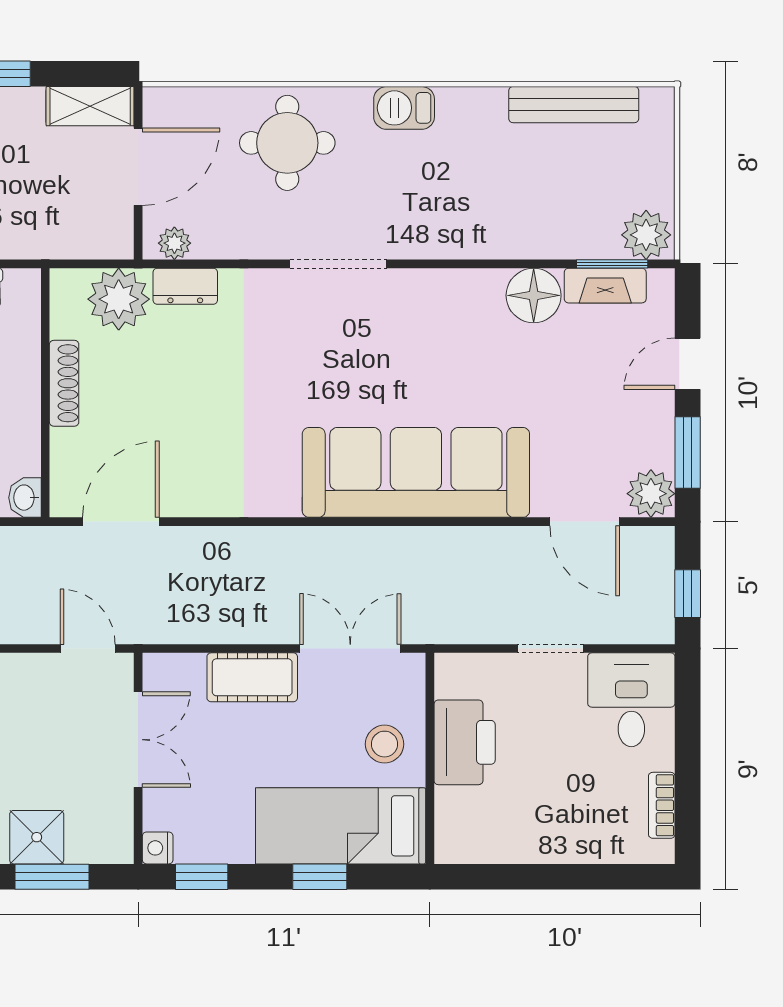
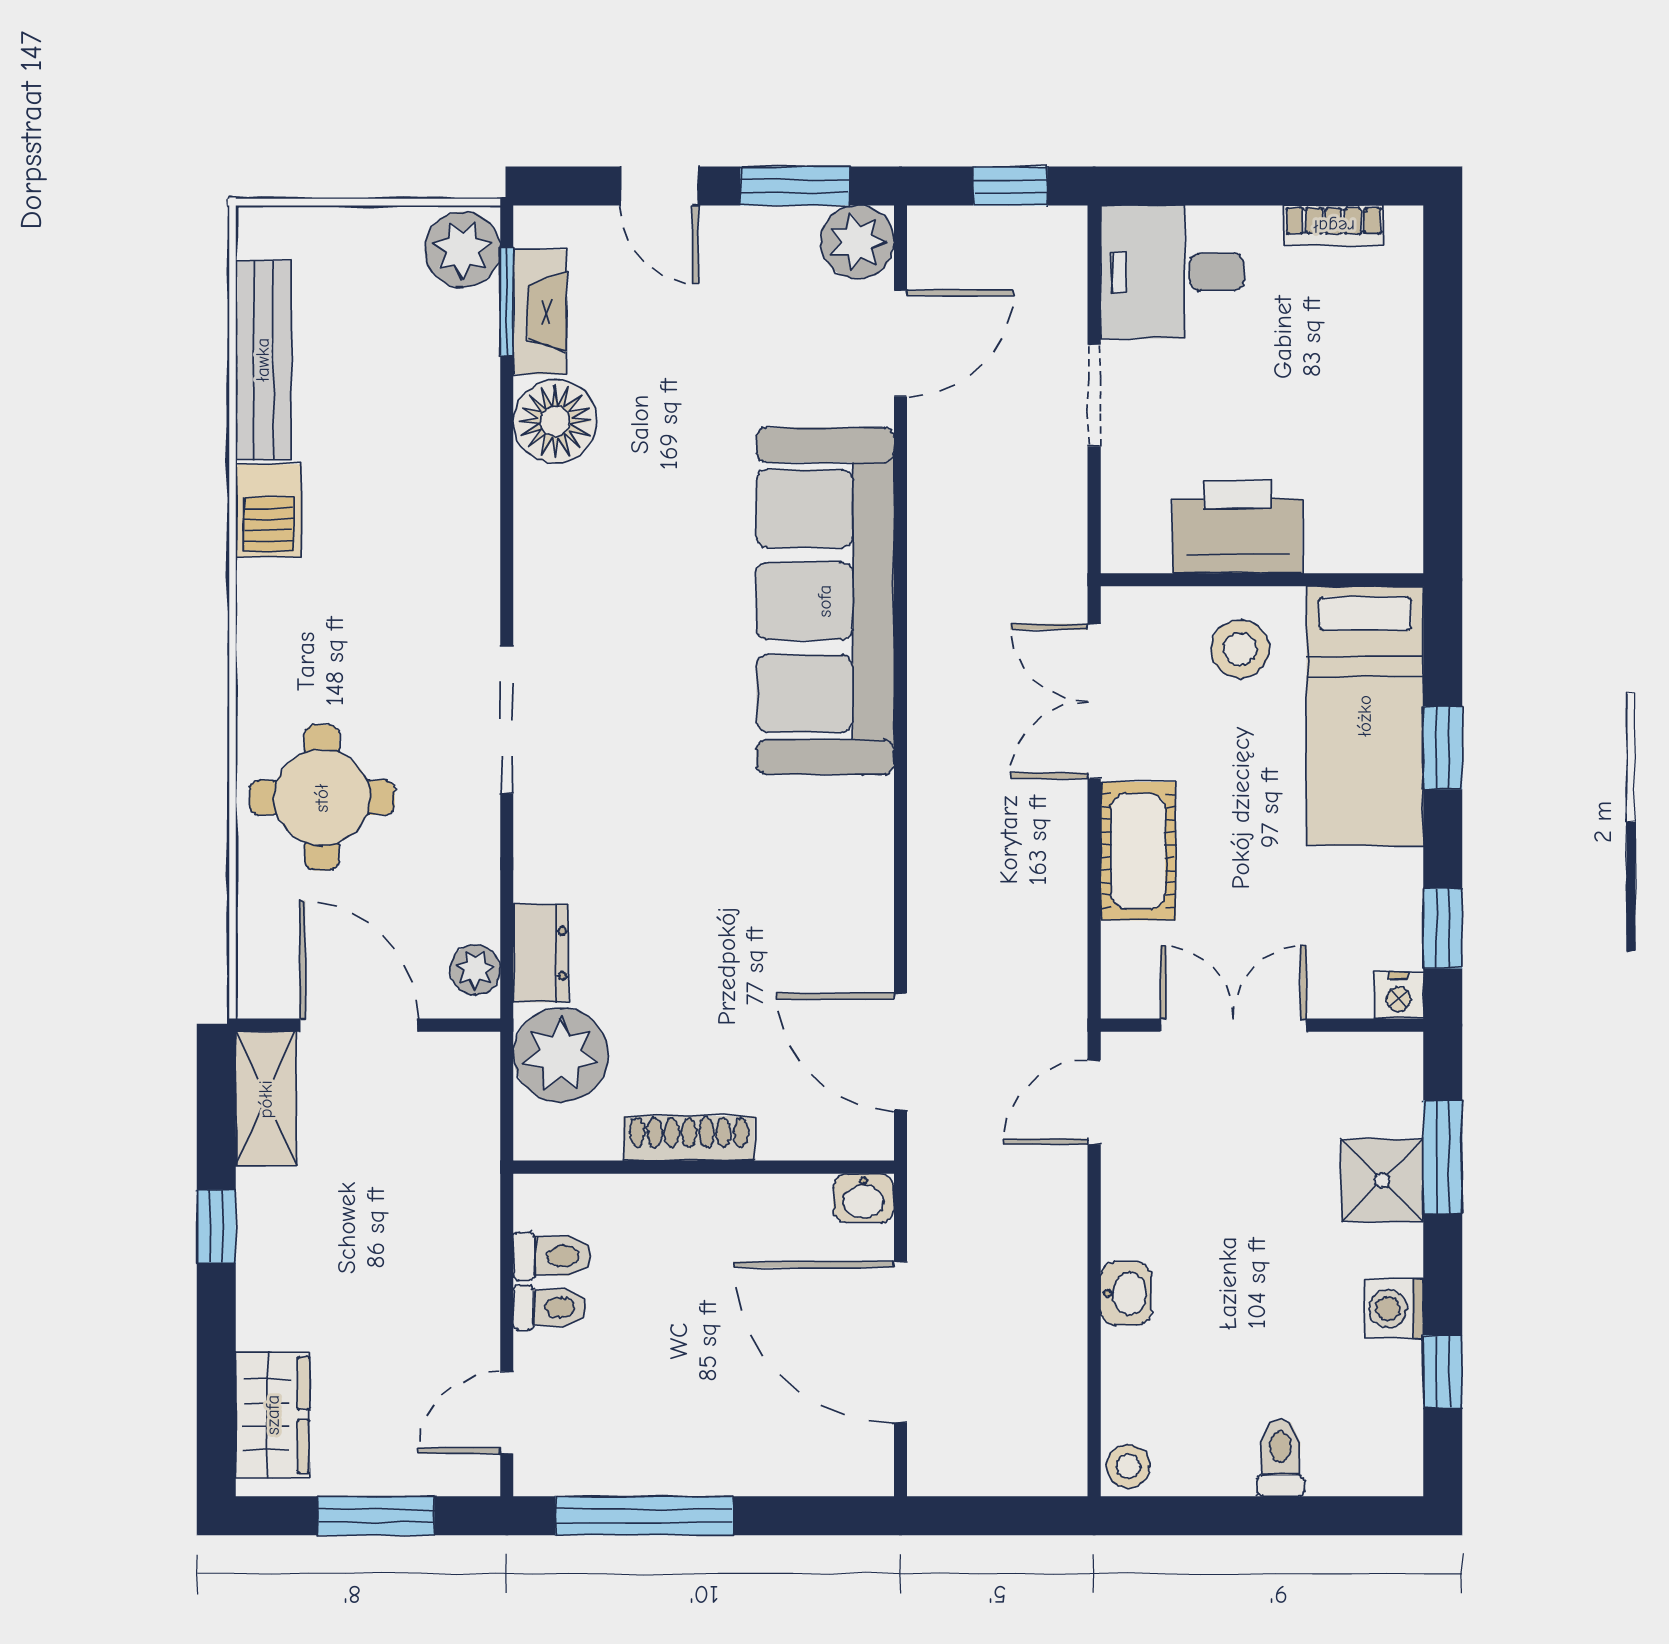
barbecue: (404, 108) -> (269, 511), moved

